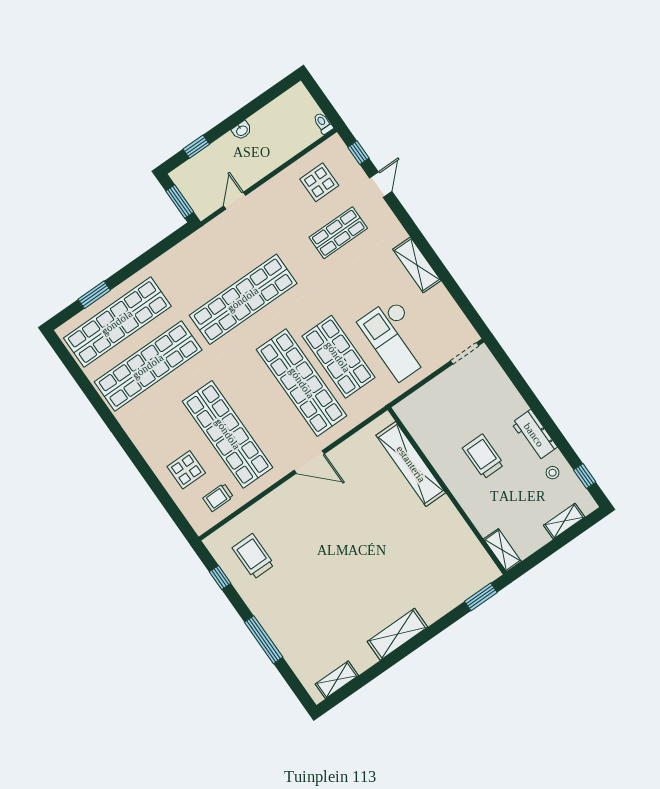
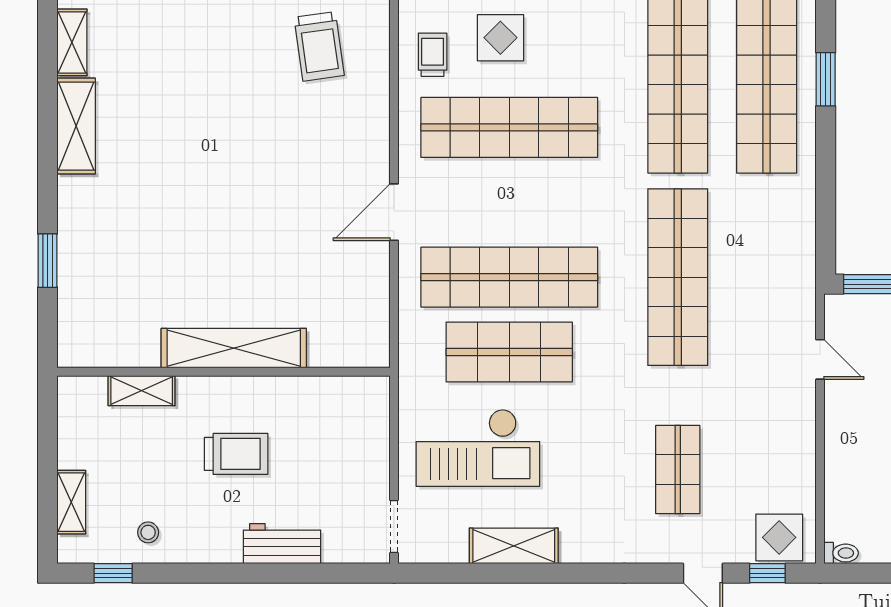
display table: (319, 182) -> (779, 537), moved
shelving: (417, 265) -> (514, 546), moved
checkout: (397, 339) -> (478, 448), turned 180
workbench: (534, 435) -> (282, 544), moved
shelving: (411, 464) -> (234, 348), moved
shelving: (502, 550) -> (142, 391), moved
trolley: (253, 556) -> (319, 46), turned 82
window: (481, 597) -> (47, 261), moved
shelving: (397, 634) -> (76, 126), moved

